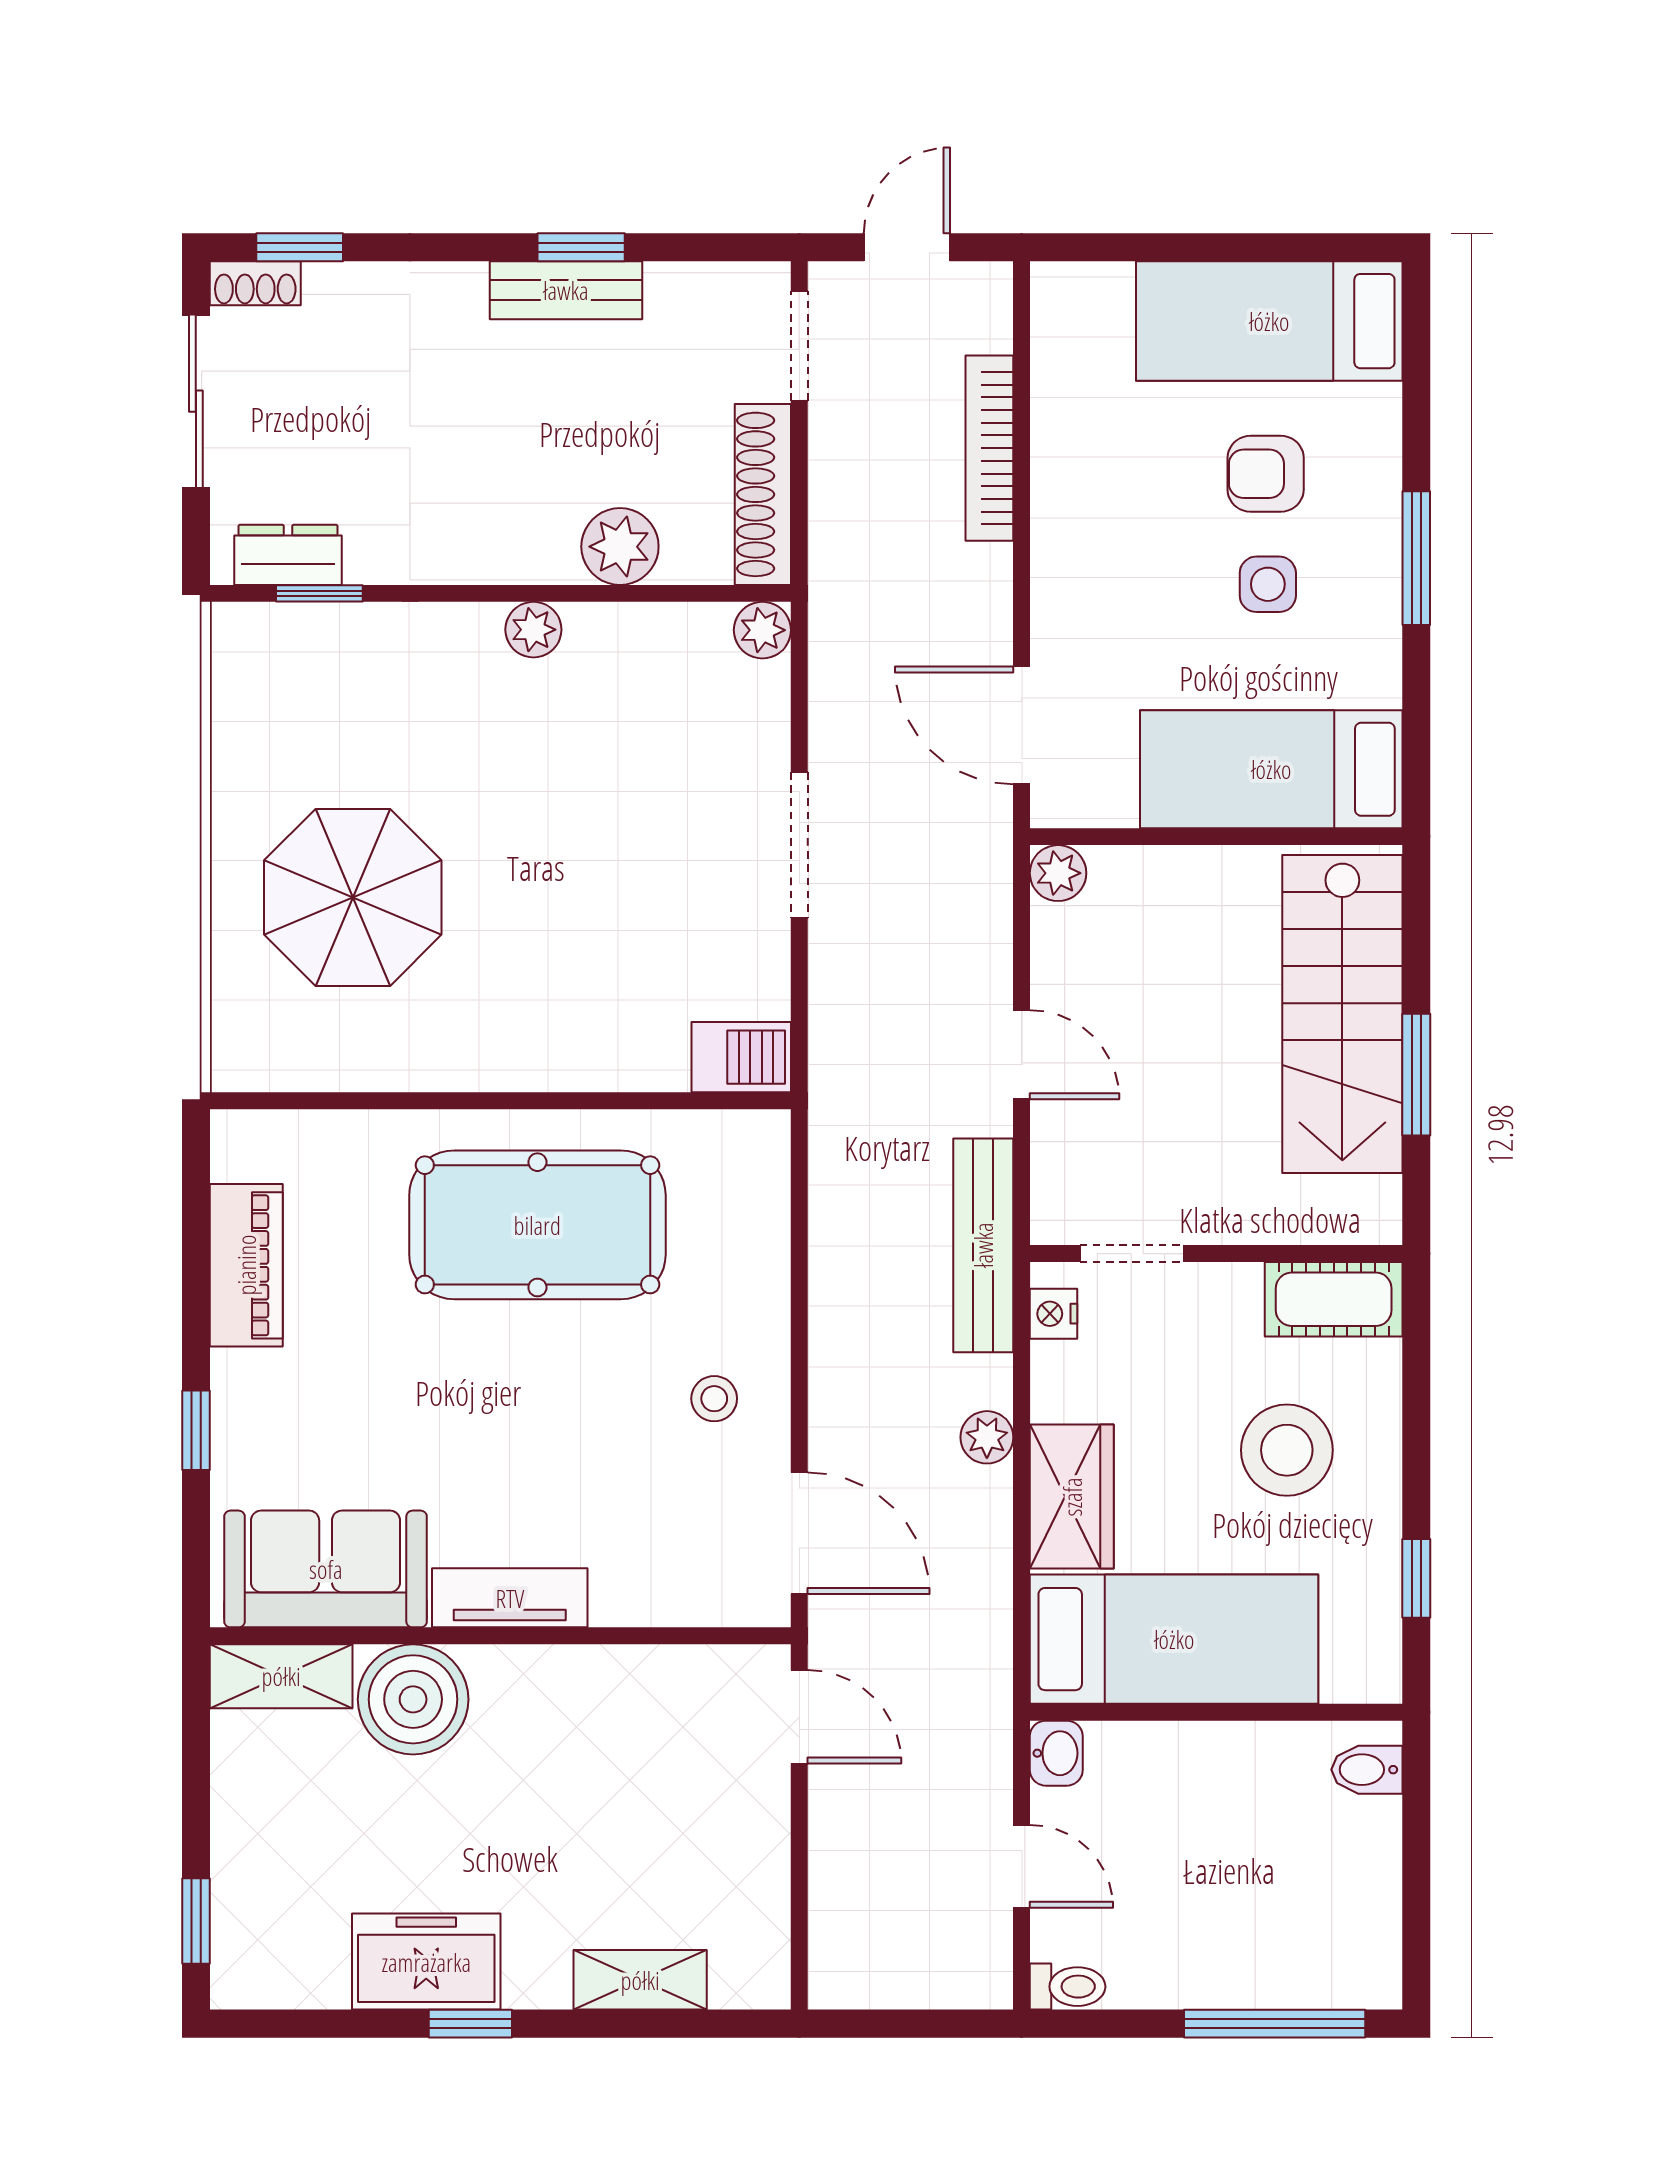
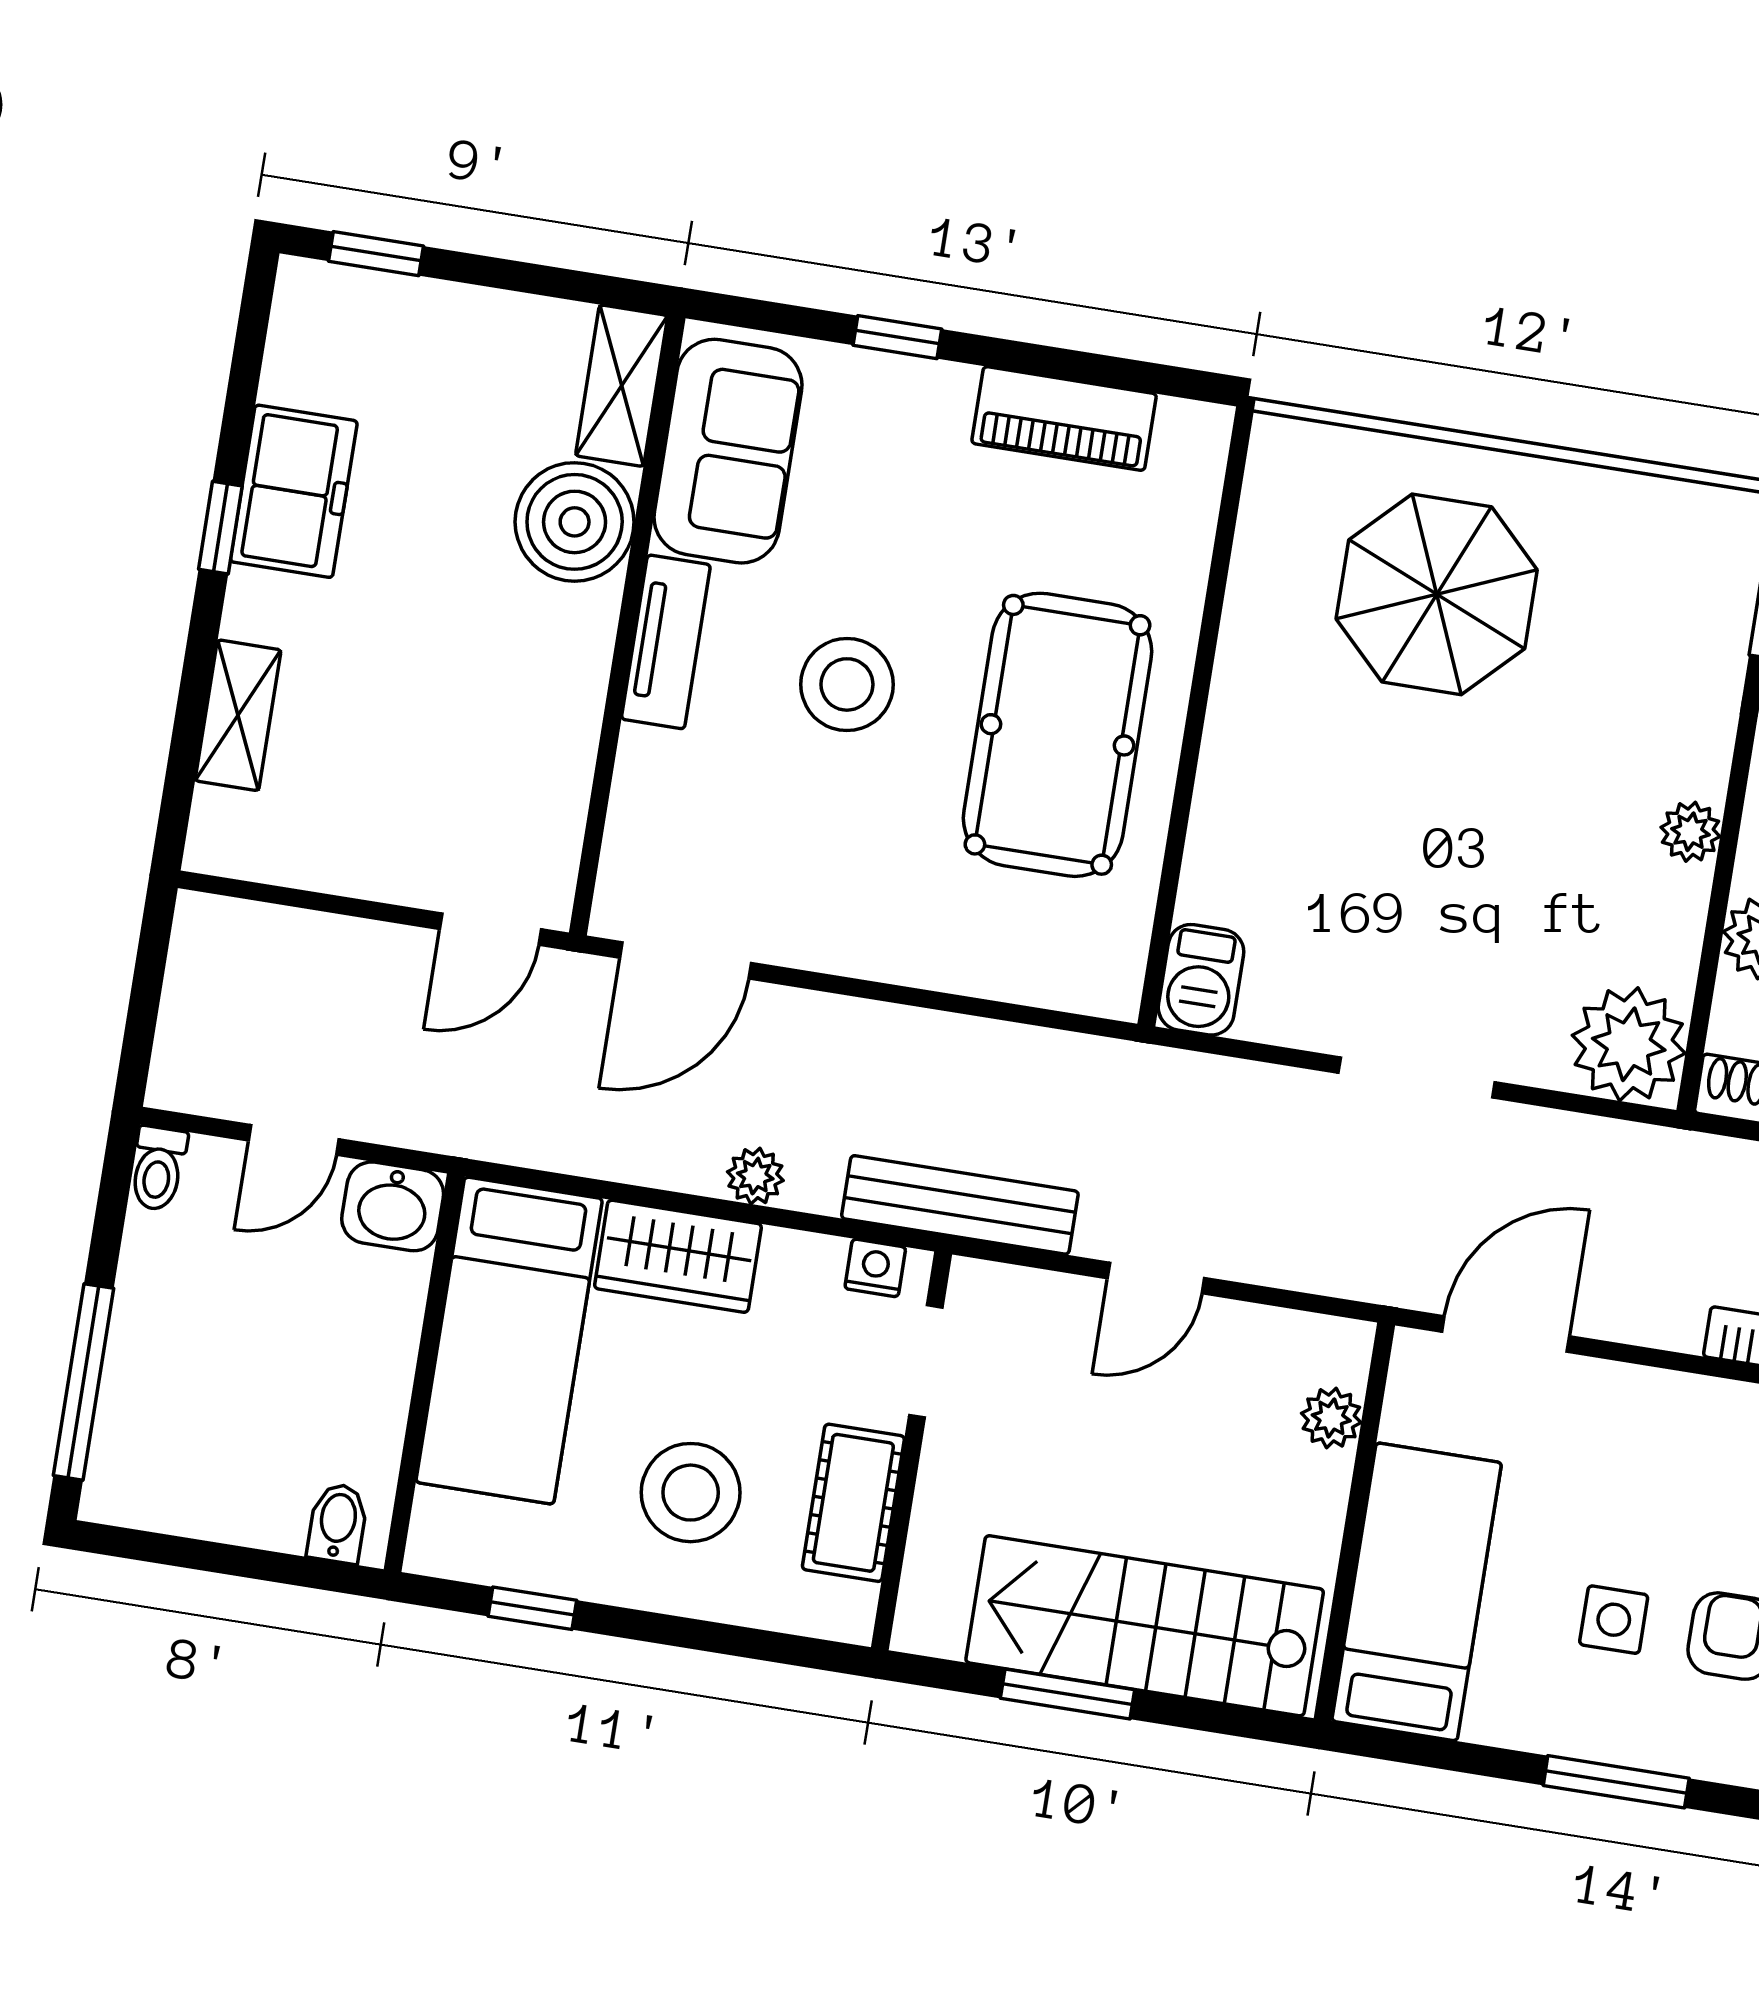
plant: (762, 630) -> (1629, 1044), width x1.88, depth x1.88
plant: (1058, 873) -> (1331, 1418), moved
cot: (1334, 1299) -> (853, 1503), moved
stool: (714, 1399) -> (847, 684), moved, width x1.89, depth x1.89
washbasin: (1056, 1753) -> (393, 1206), width x1.38, depth x1.45

